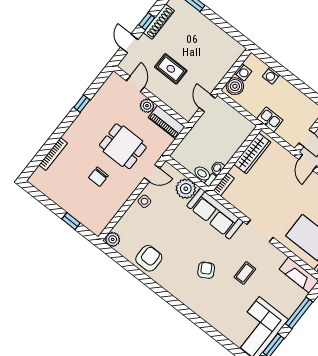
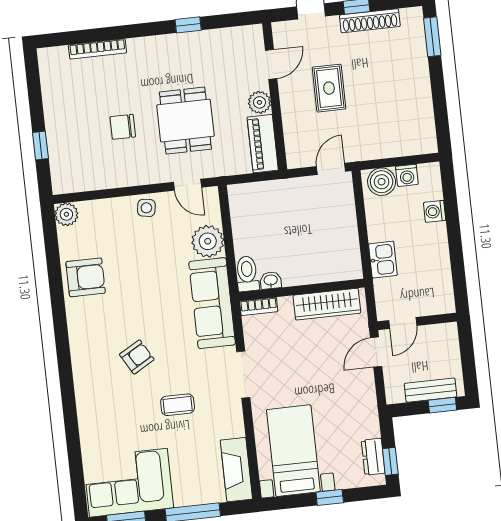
wardrobe: (252, 153) -> (327, 304), moved
wall: (235, 158) -> (302, 290), moved
washbasin: (218, 168) -> (271, 280), moved
toilet: (204, 175) -> (247, 274), moved
bookcase: (224, 184) -> (259, 306), moved

